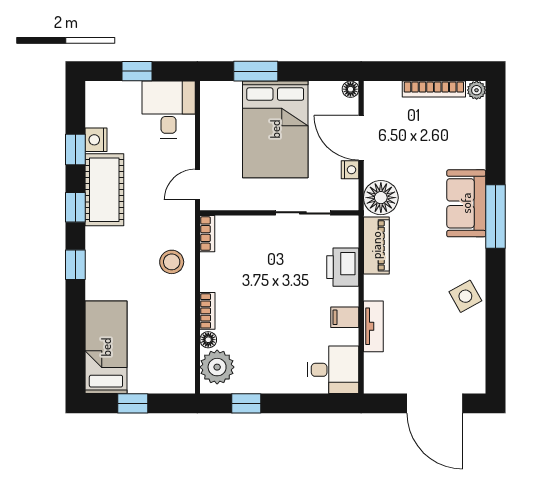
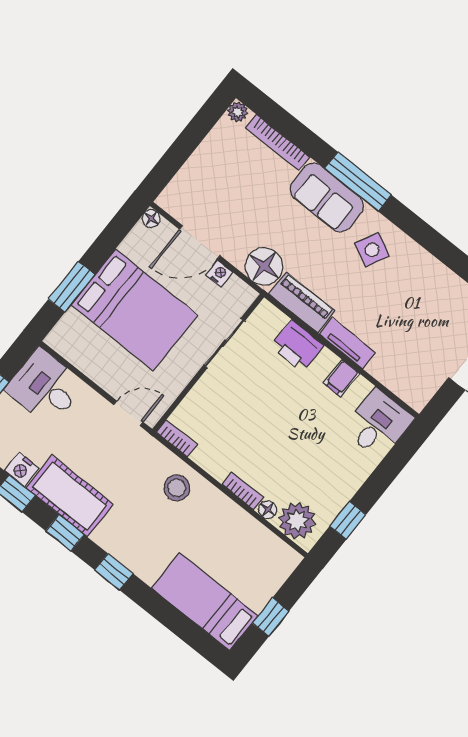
bookcase: (434, 89) -> (278, 142), moved, turned 90
door: (197, 185) -> (128, 413), swing flipped
side table: (465, 296) -> (372, 250), moved, turned -34
tv unit: (373, 326) -> (347, 343), moved

